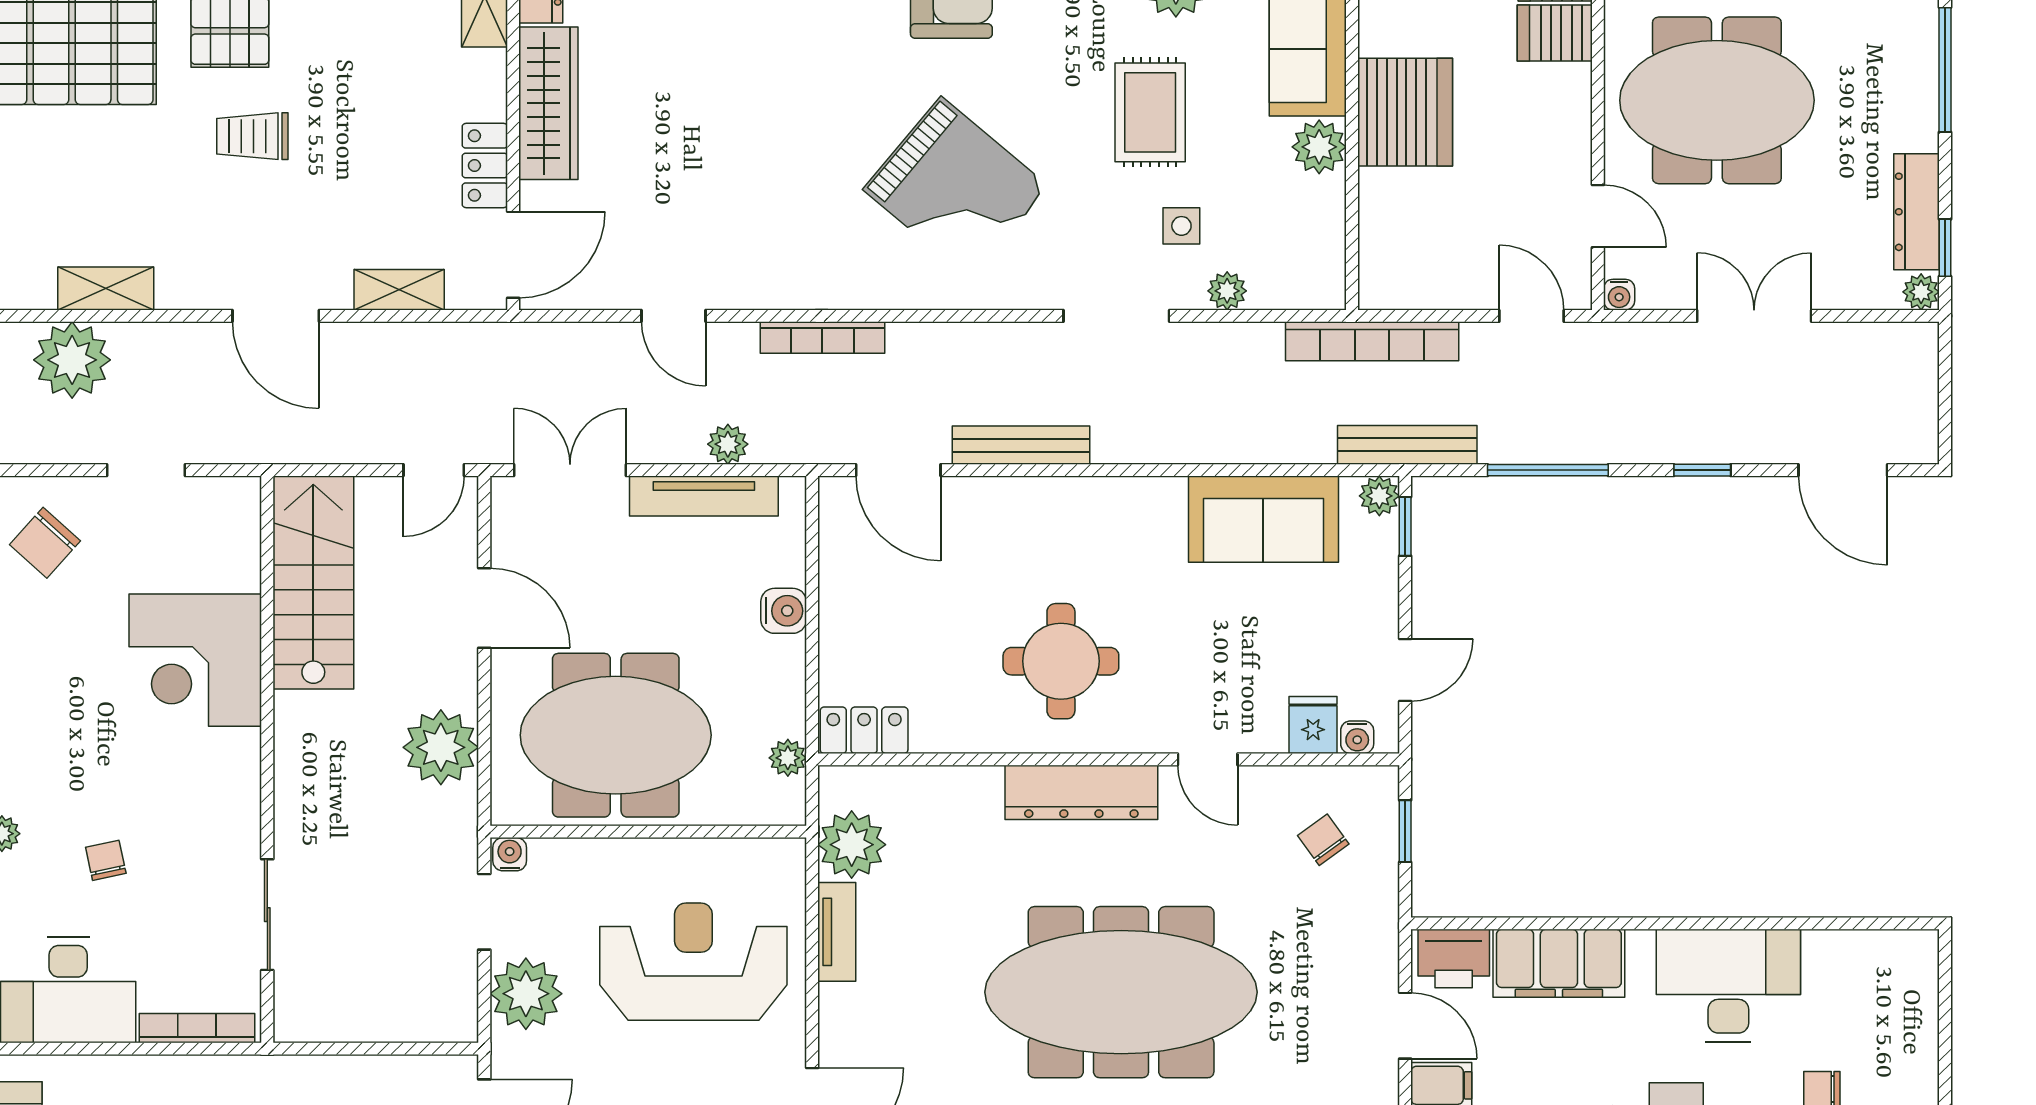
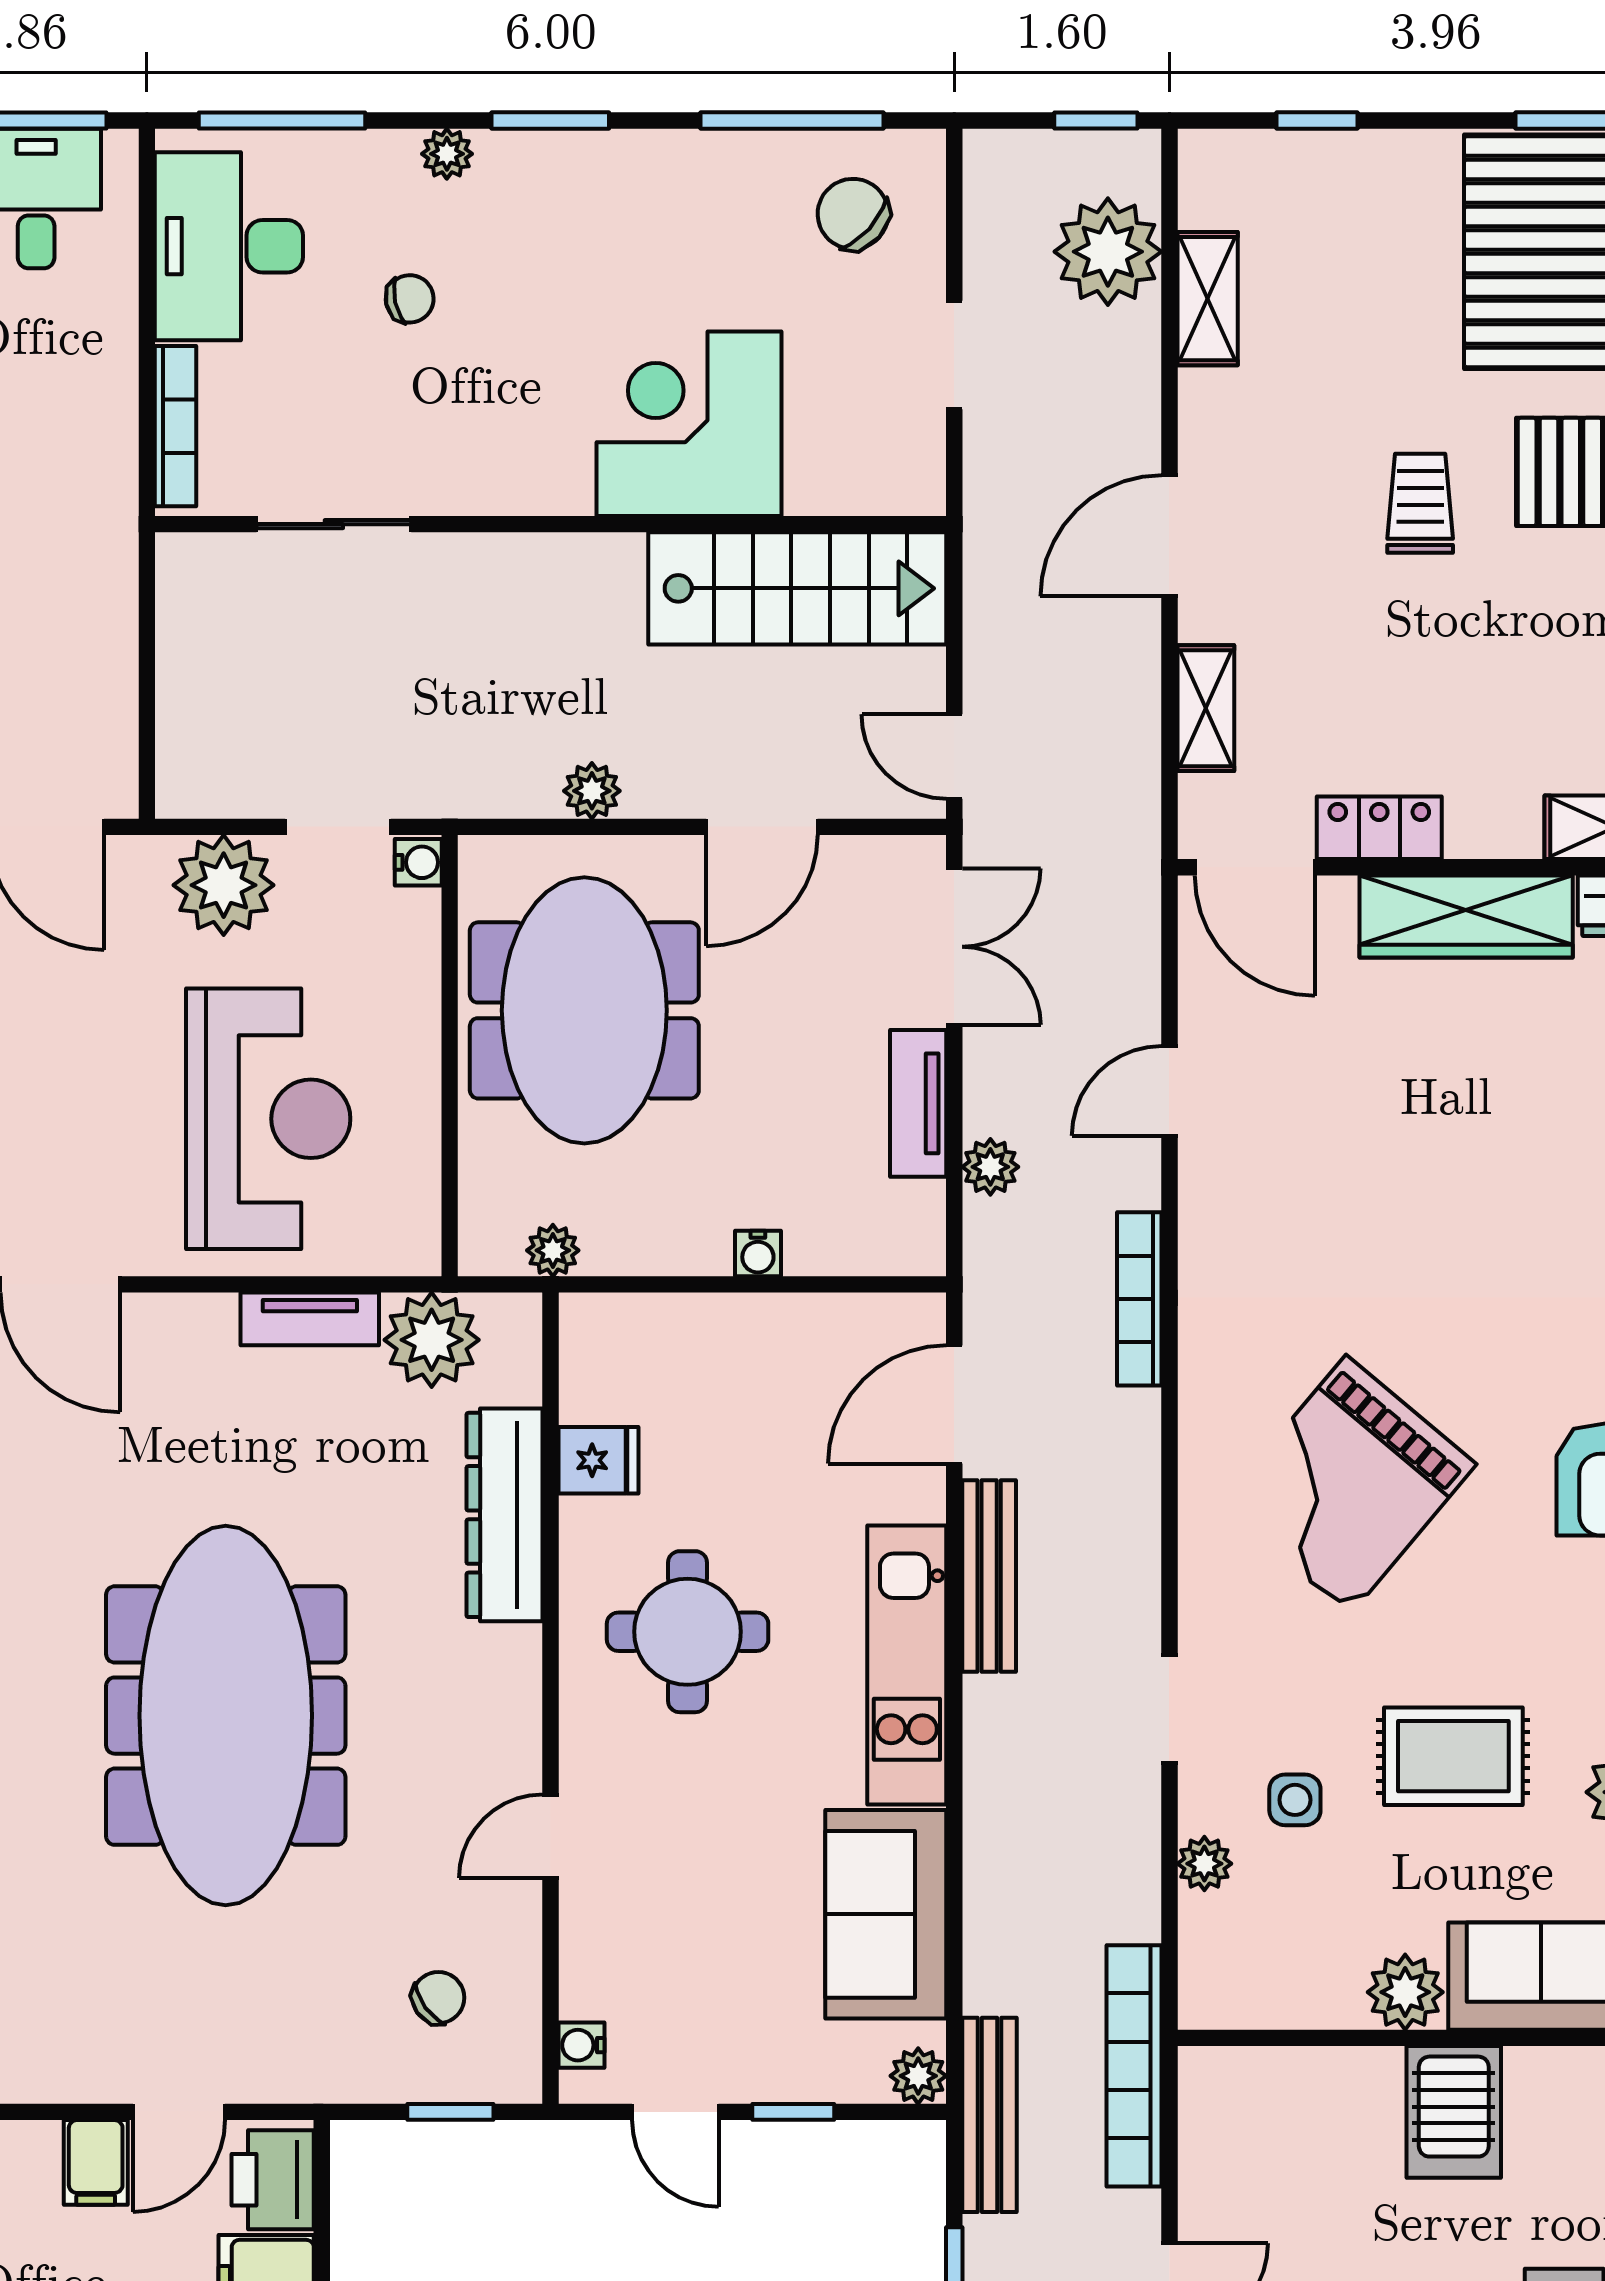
server rack: (1405, 112) -> (1454, 2112), width x0.63
doorway: (1116, 316) -> (1169, 1709), width x0.73
tv unit: (704, 496) -> (918, 1103), width x0.71
kitchen unit: (1085, 504) -> (907, 1665), added
window: (1405, 526) -> (793, 2112), moved
water cooler: (784, 611) -> (758, 1253), width x0.72, depth x0.72
fridge: (1313, 725) -> (599, 1460), moved
locker: (864, 730) -> (591, 1357), removed
plant: (441, 747) -> (592, 791), width x0.53, depth x0.53
dresser: (1081, 792) -> (504, 1515), moved

